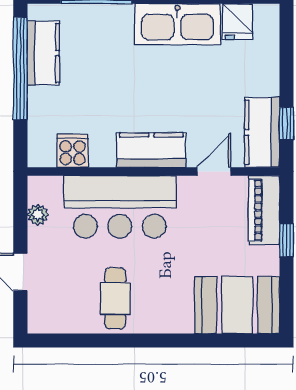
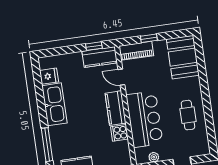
cooker: (73, 151) -> (119, 133), moved
cafe table: (115, 298) -> (188, 115), turned 90

